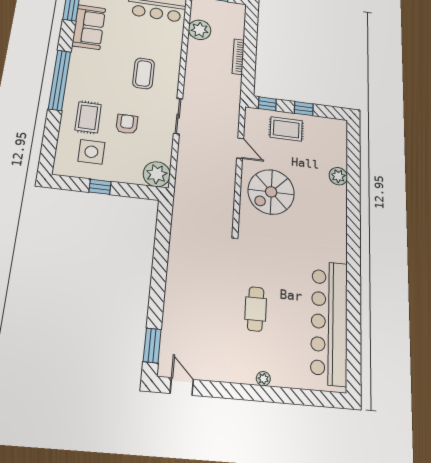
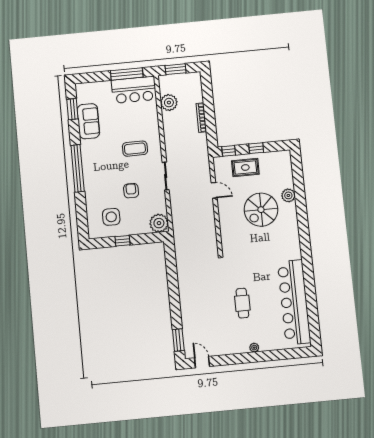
coffee table: (144, 73) -> (135, 149), turned 90
rug: (88, 117) -> (103, 192), removed
spiral stairs: (271, 192) -> (261, 210), moved

